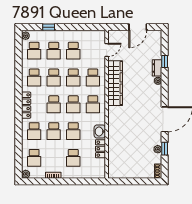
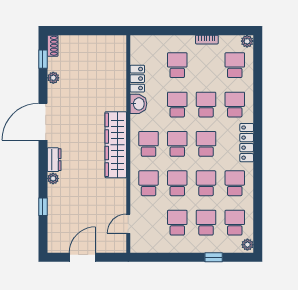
dresser: (157, 68) -> (54, 160), moved
wardrobe: (115, 83) -> (116, 145), moved
window: (165, 149) -> (43, 59), moved

